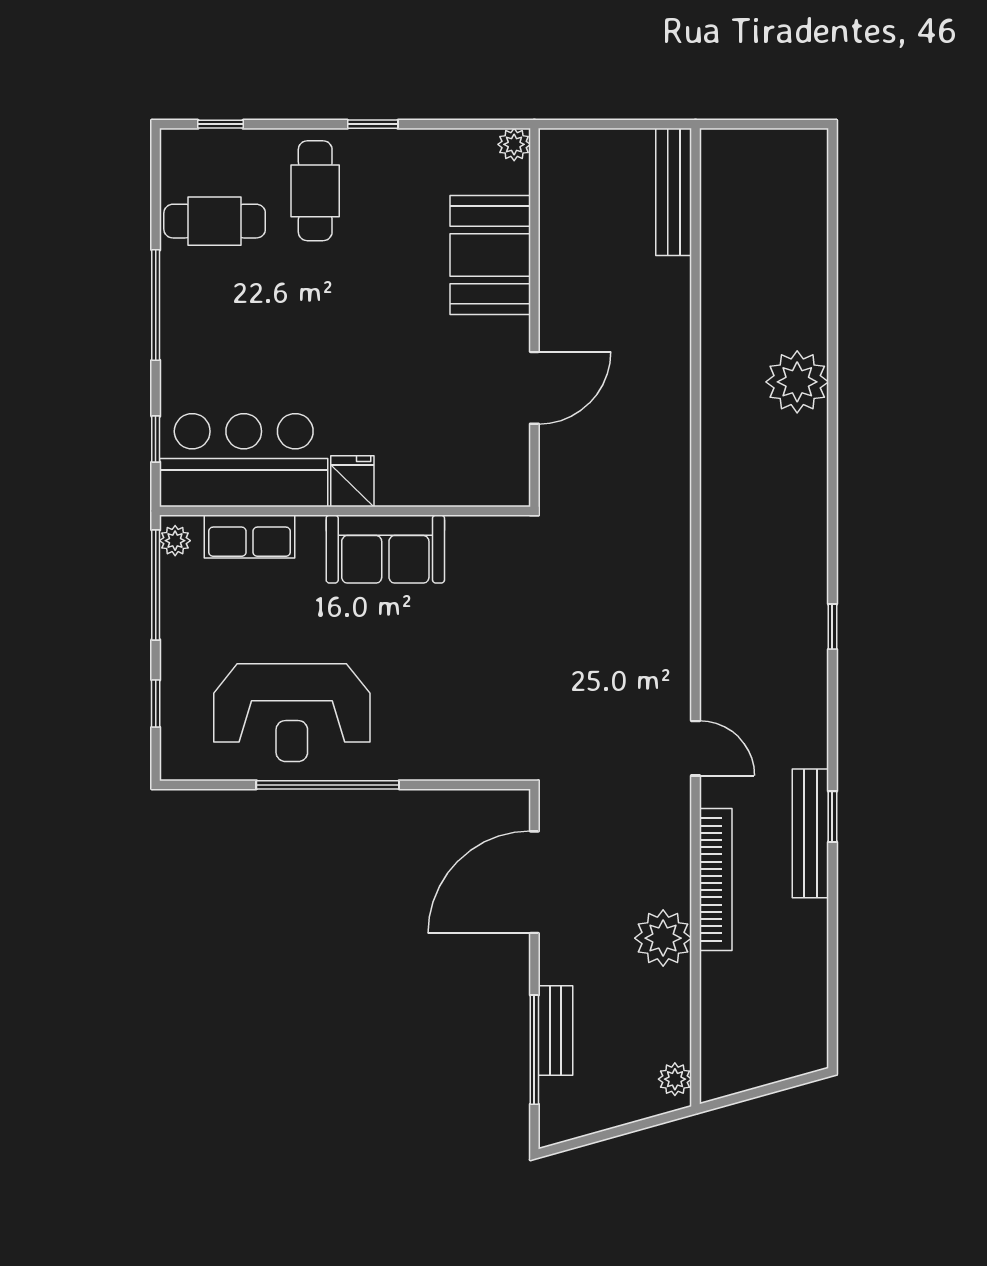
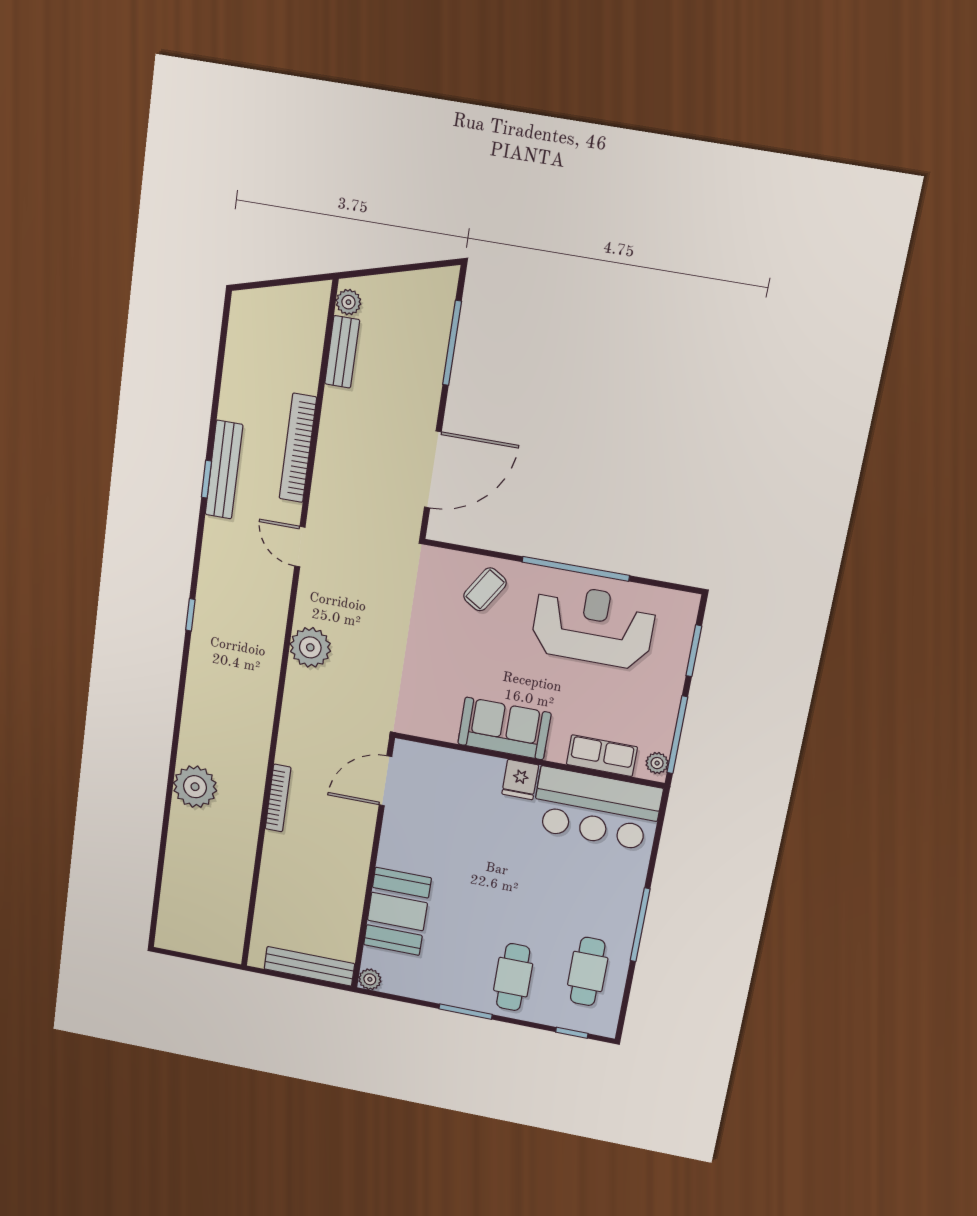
window: (373, 124) -> (466, 1012), width x1.50
bench: (674, 192) -> (309, 966), moved, turned 90
cafe table: (215, 221) -> (588, 971), turned 90
door: (534, 388) -> (386, 781), moved
bookcase: (679, 388) -> (278, 798), added
window: (156, 439) -> (658, 835), removed
window: (156, 704) -> (694, 651), width x1.50
coffee table: (442, 735) -> (485, 589), added
plant: (663, 938) -> (310, 647), moved
bench: (556, 1030) -> (342, 352), moved

